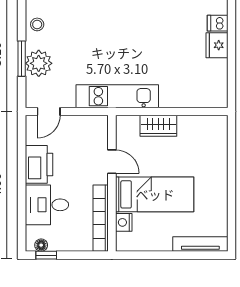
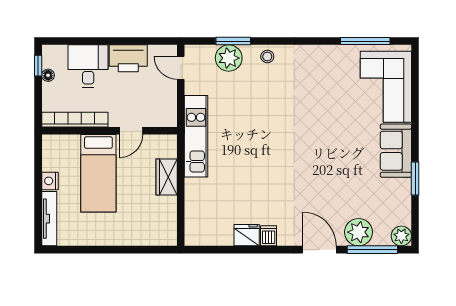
nightstand: (124, 222) -> (50, 181), moved, turned -90
floor lamp: (41, 245) -> (48, 75), moved

